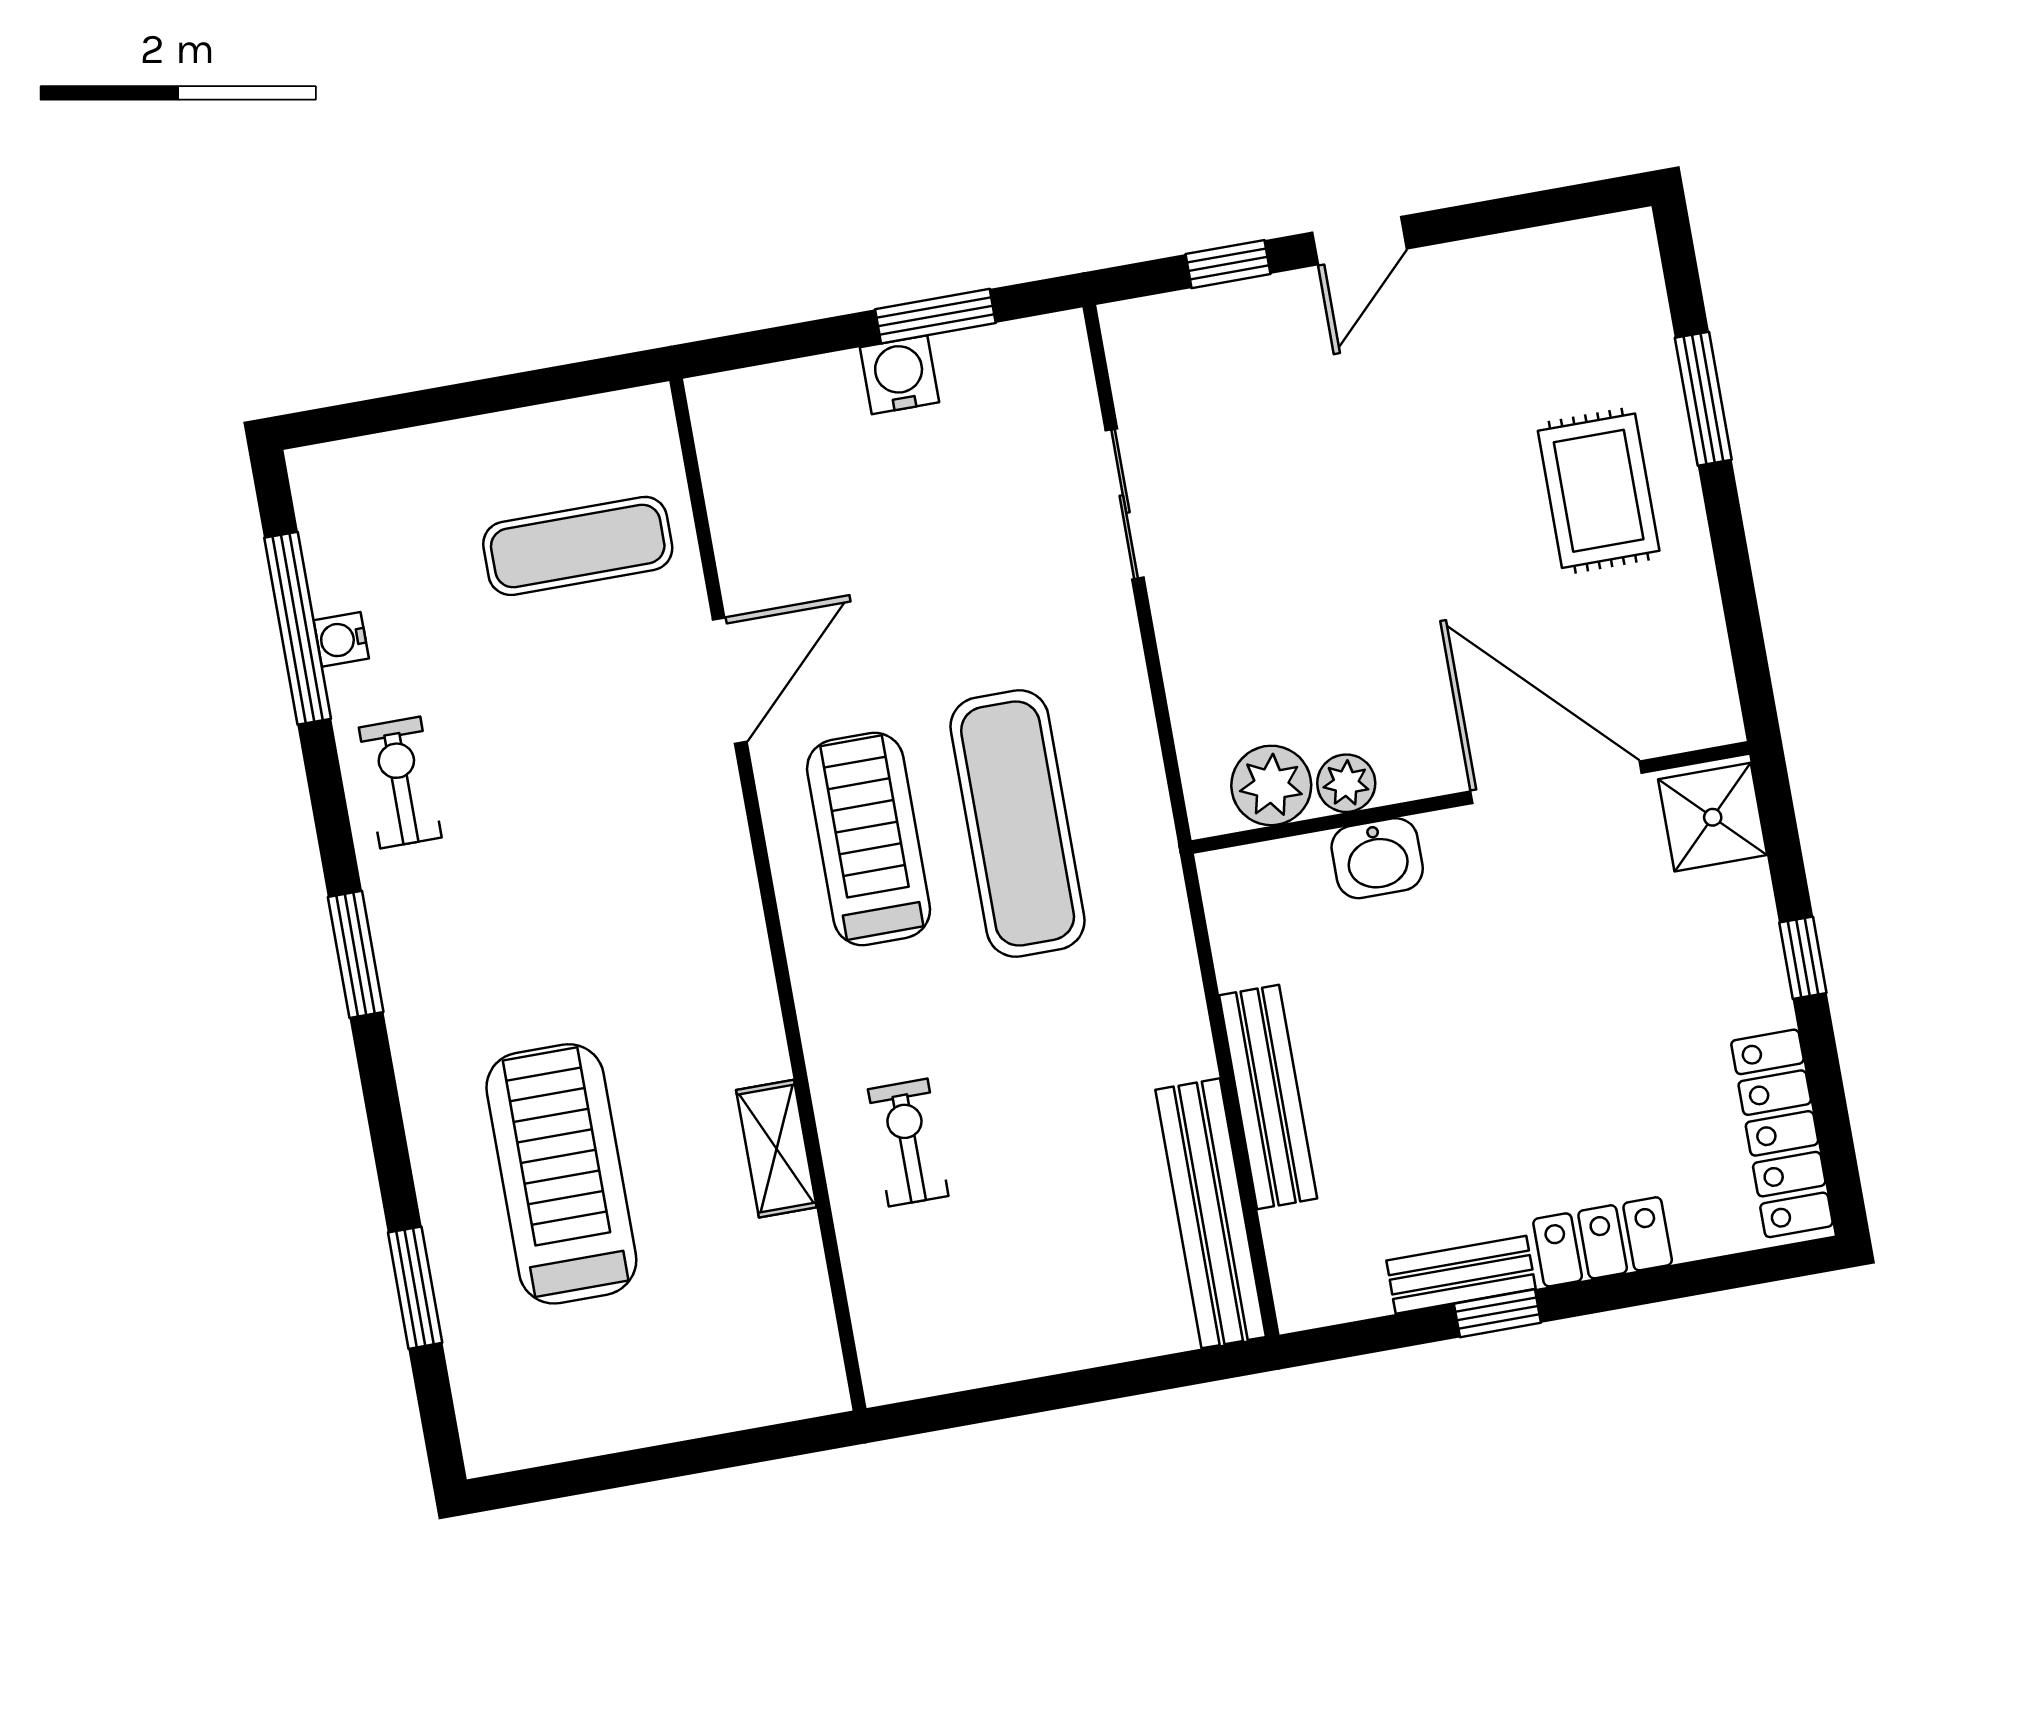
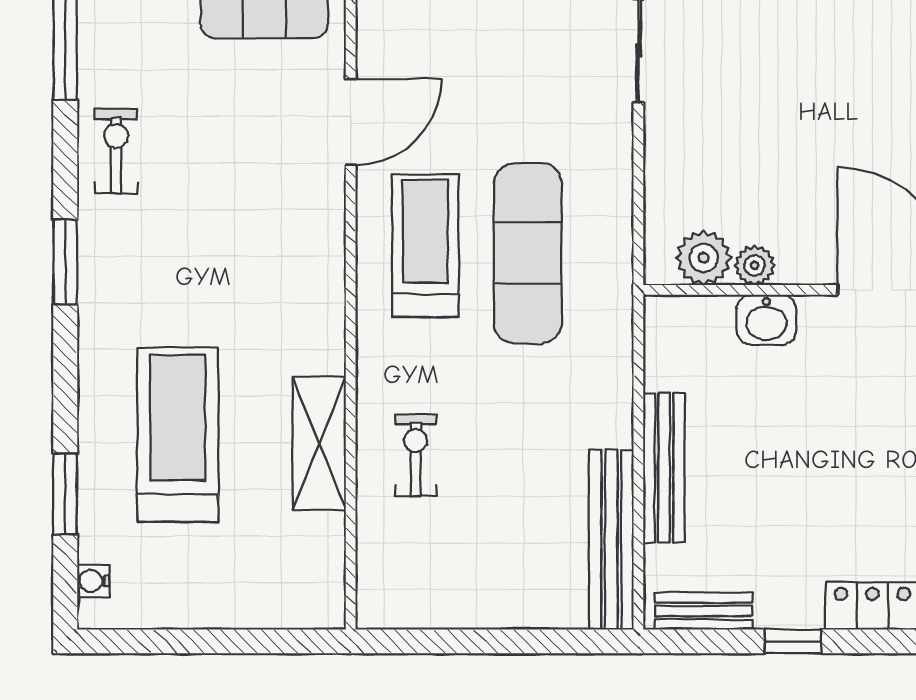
water cooler: (341, 639) -> (93, 581), moved
shelving: (776, 1149) -> (319, 444), width x1.50, depth x1.33
bench: (1461, 1275) -> (703, 611), moved

